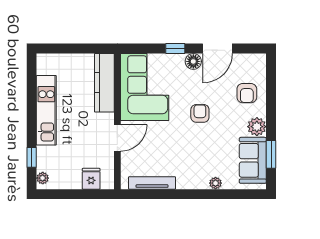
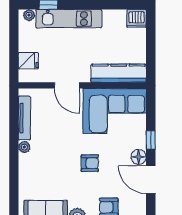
dishwasher: (46, 64) -> (137, 18), added
kitchen unit: (46, 110) -> (69, 19), moved
plant: (215, 183) -> (24, 147), moved

